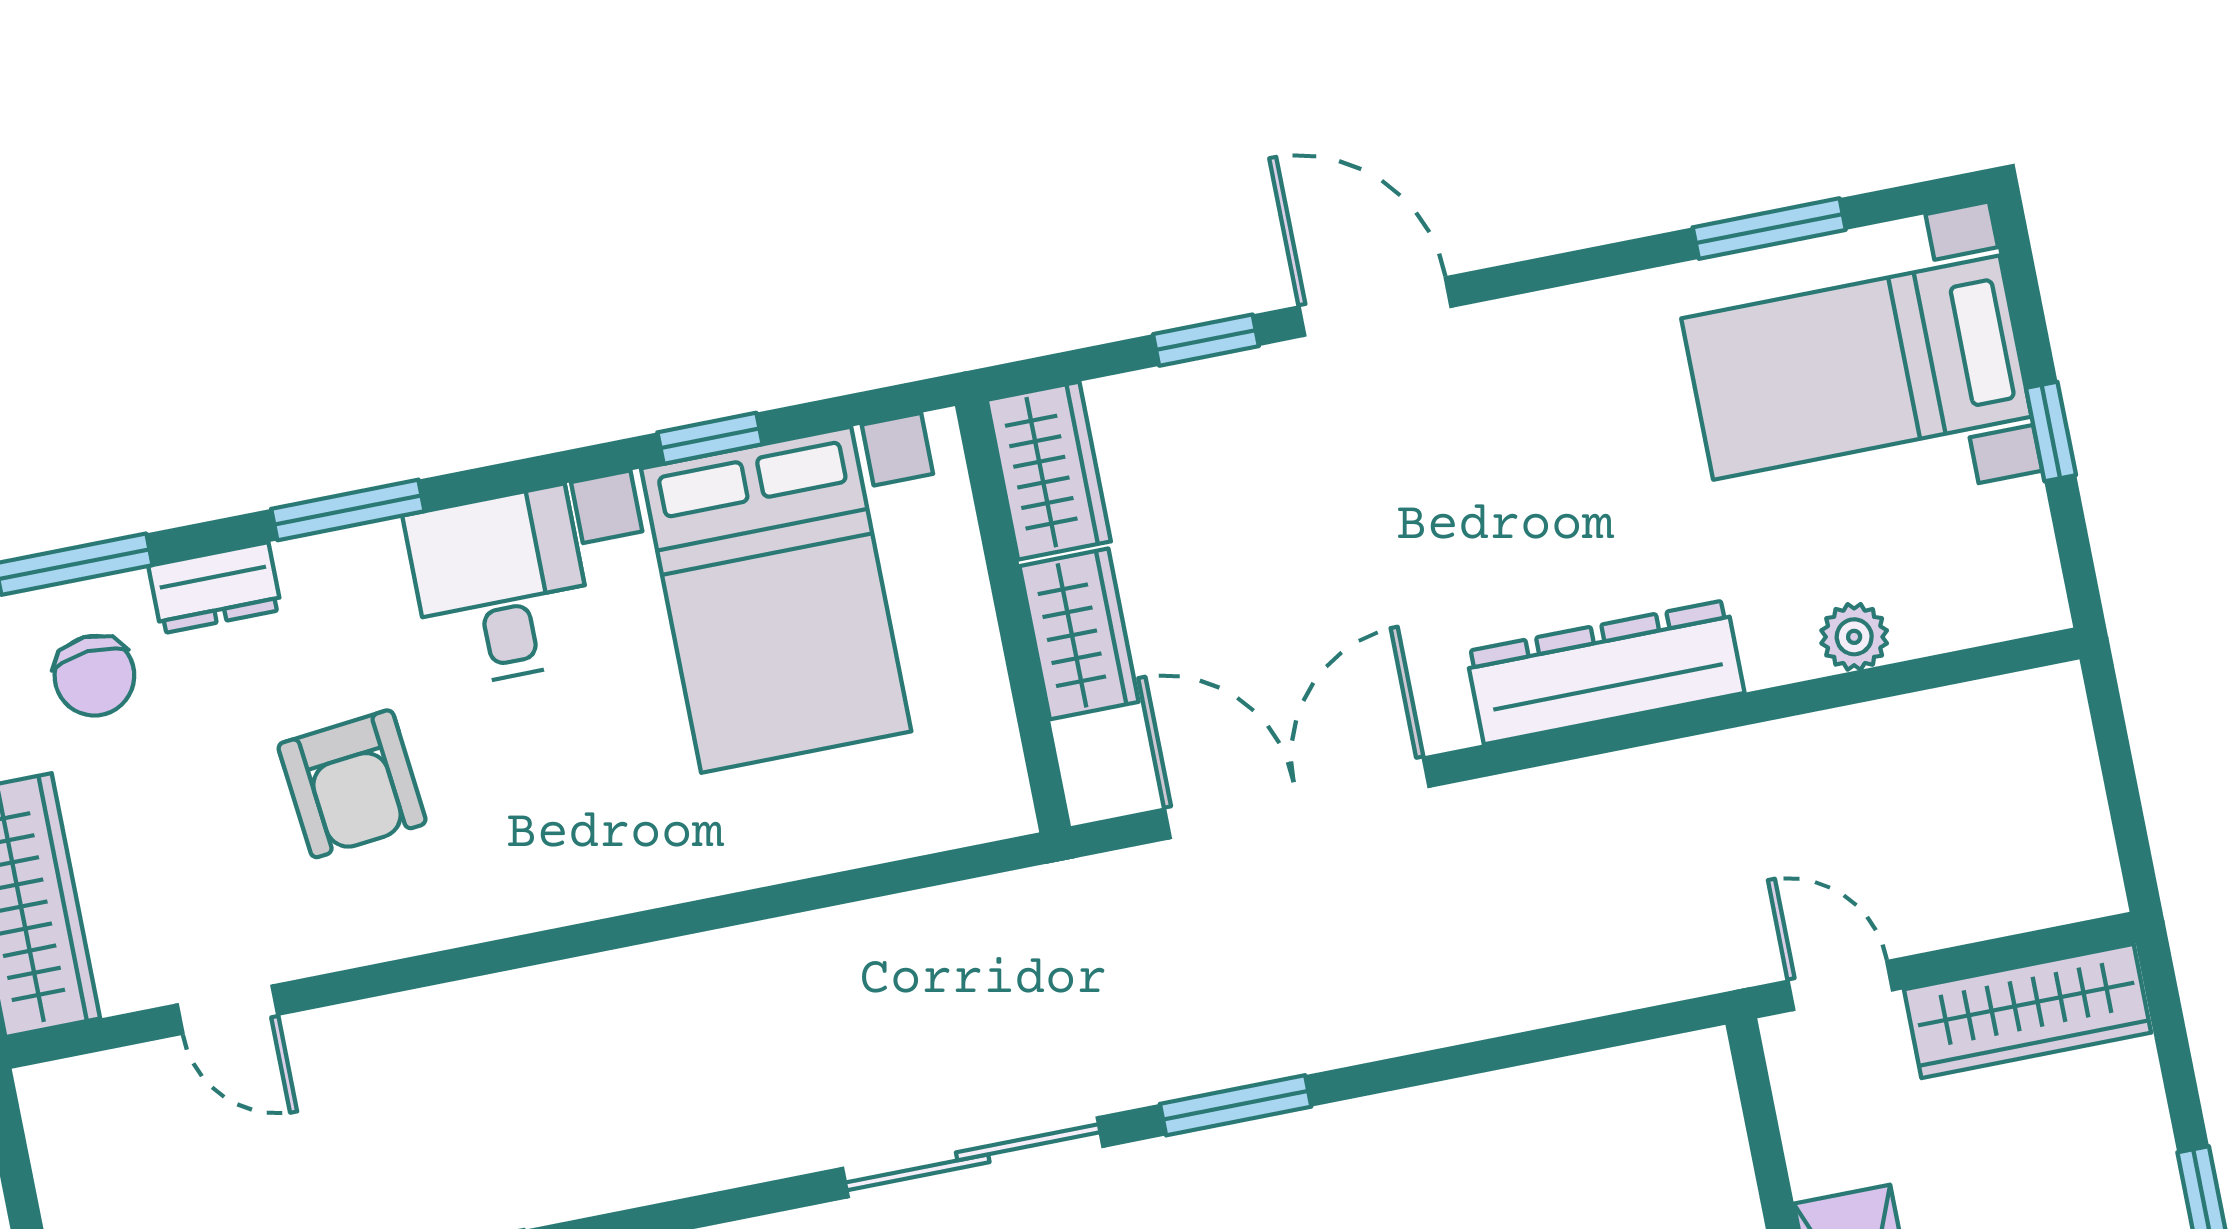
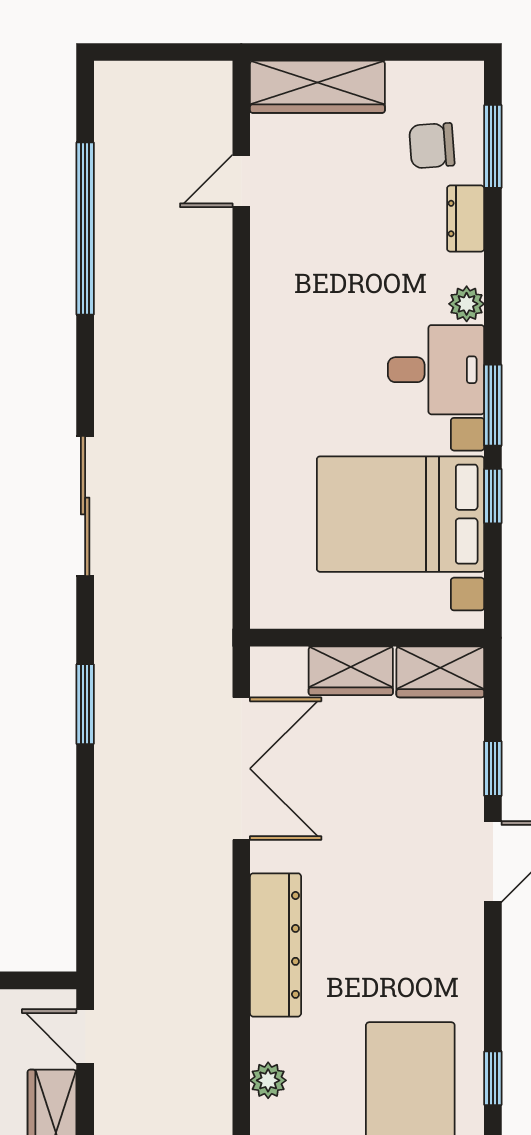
window: (1769, 229) -> (493, 1078), width x0.67
window: (348, 510) -> (493, 405), moved
plant: (370, 556) -> (467, 304), added
armchair: (352, 784) -> (348, 271), removed
door: (1840, 986) -> (85, 1037), swing flipped
sliding door: (973, 1157) -> (85, 506), moved

